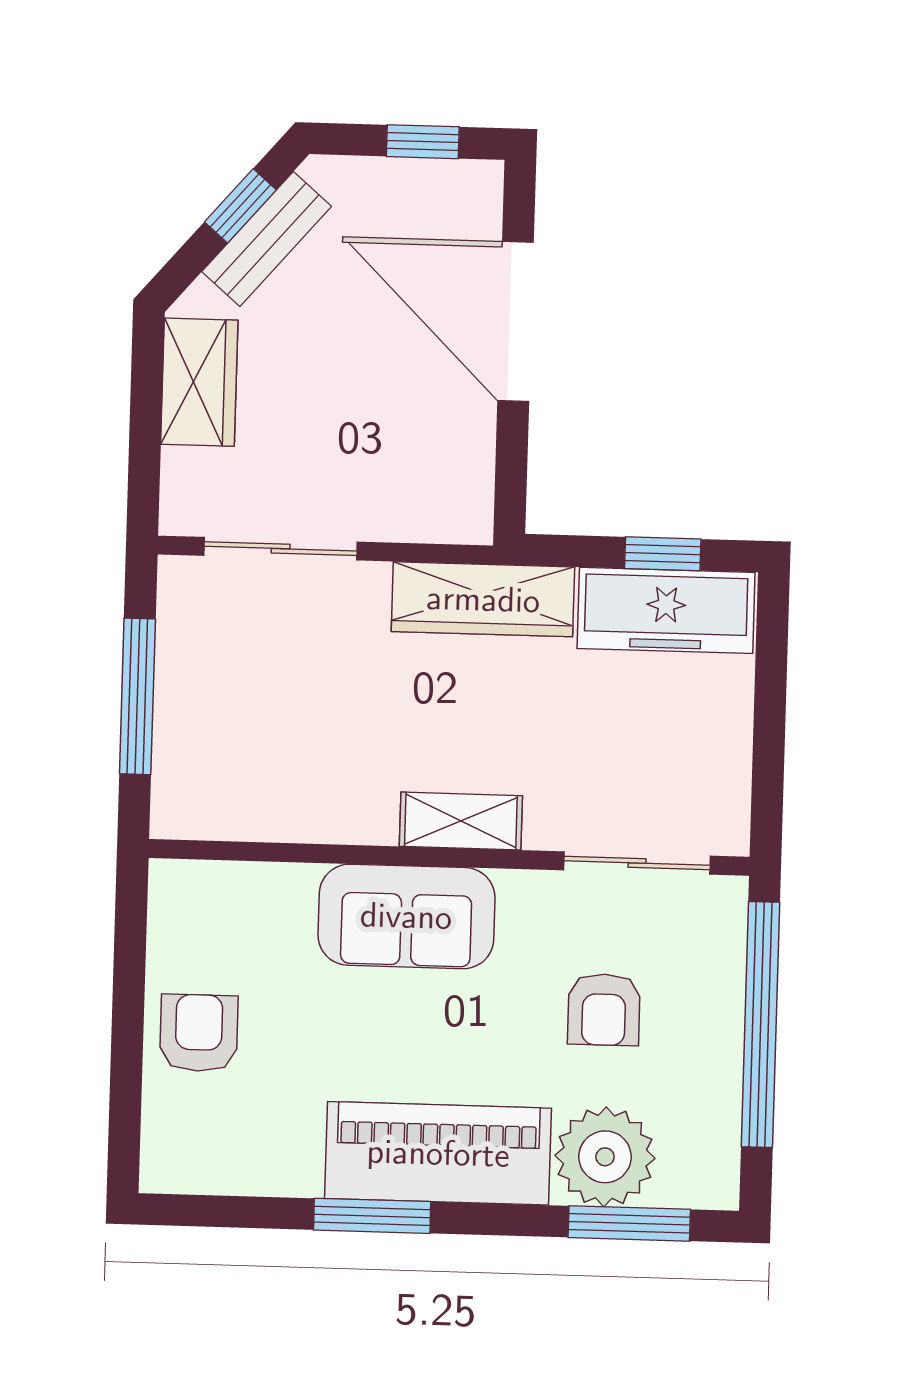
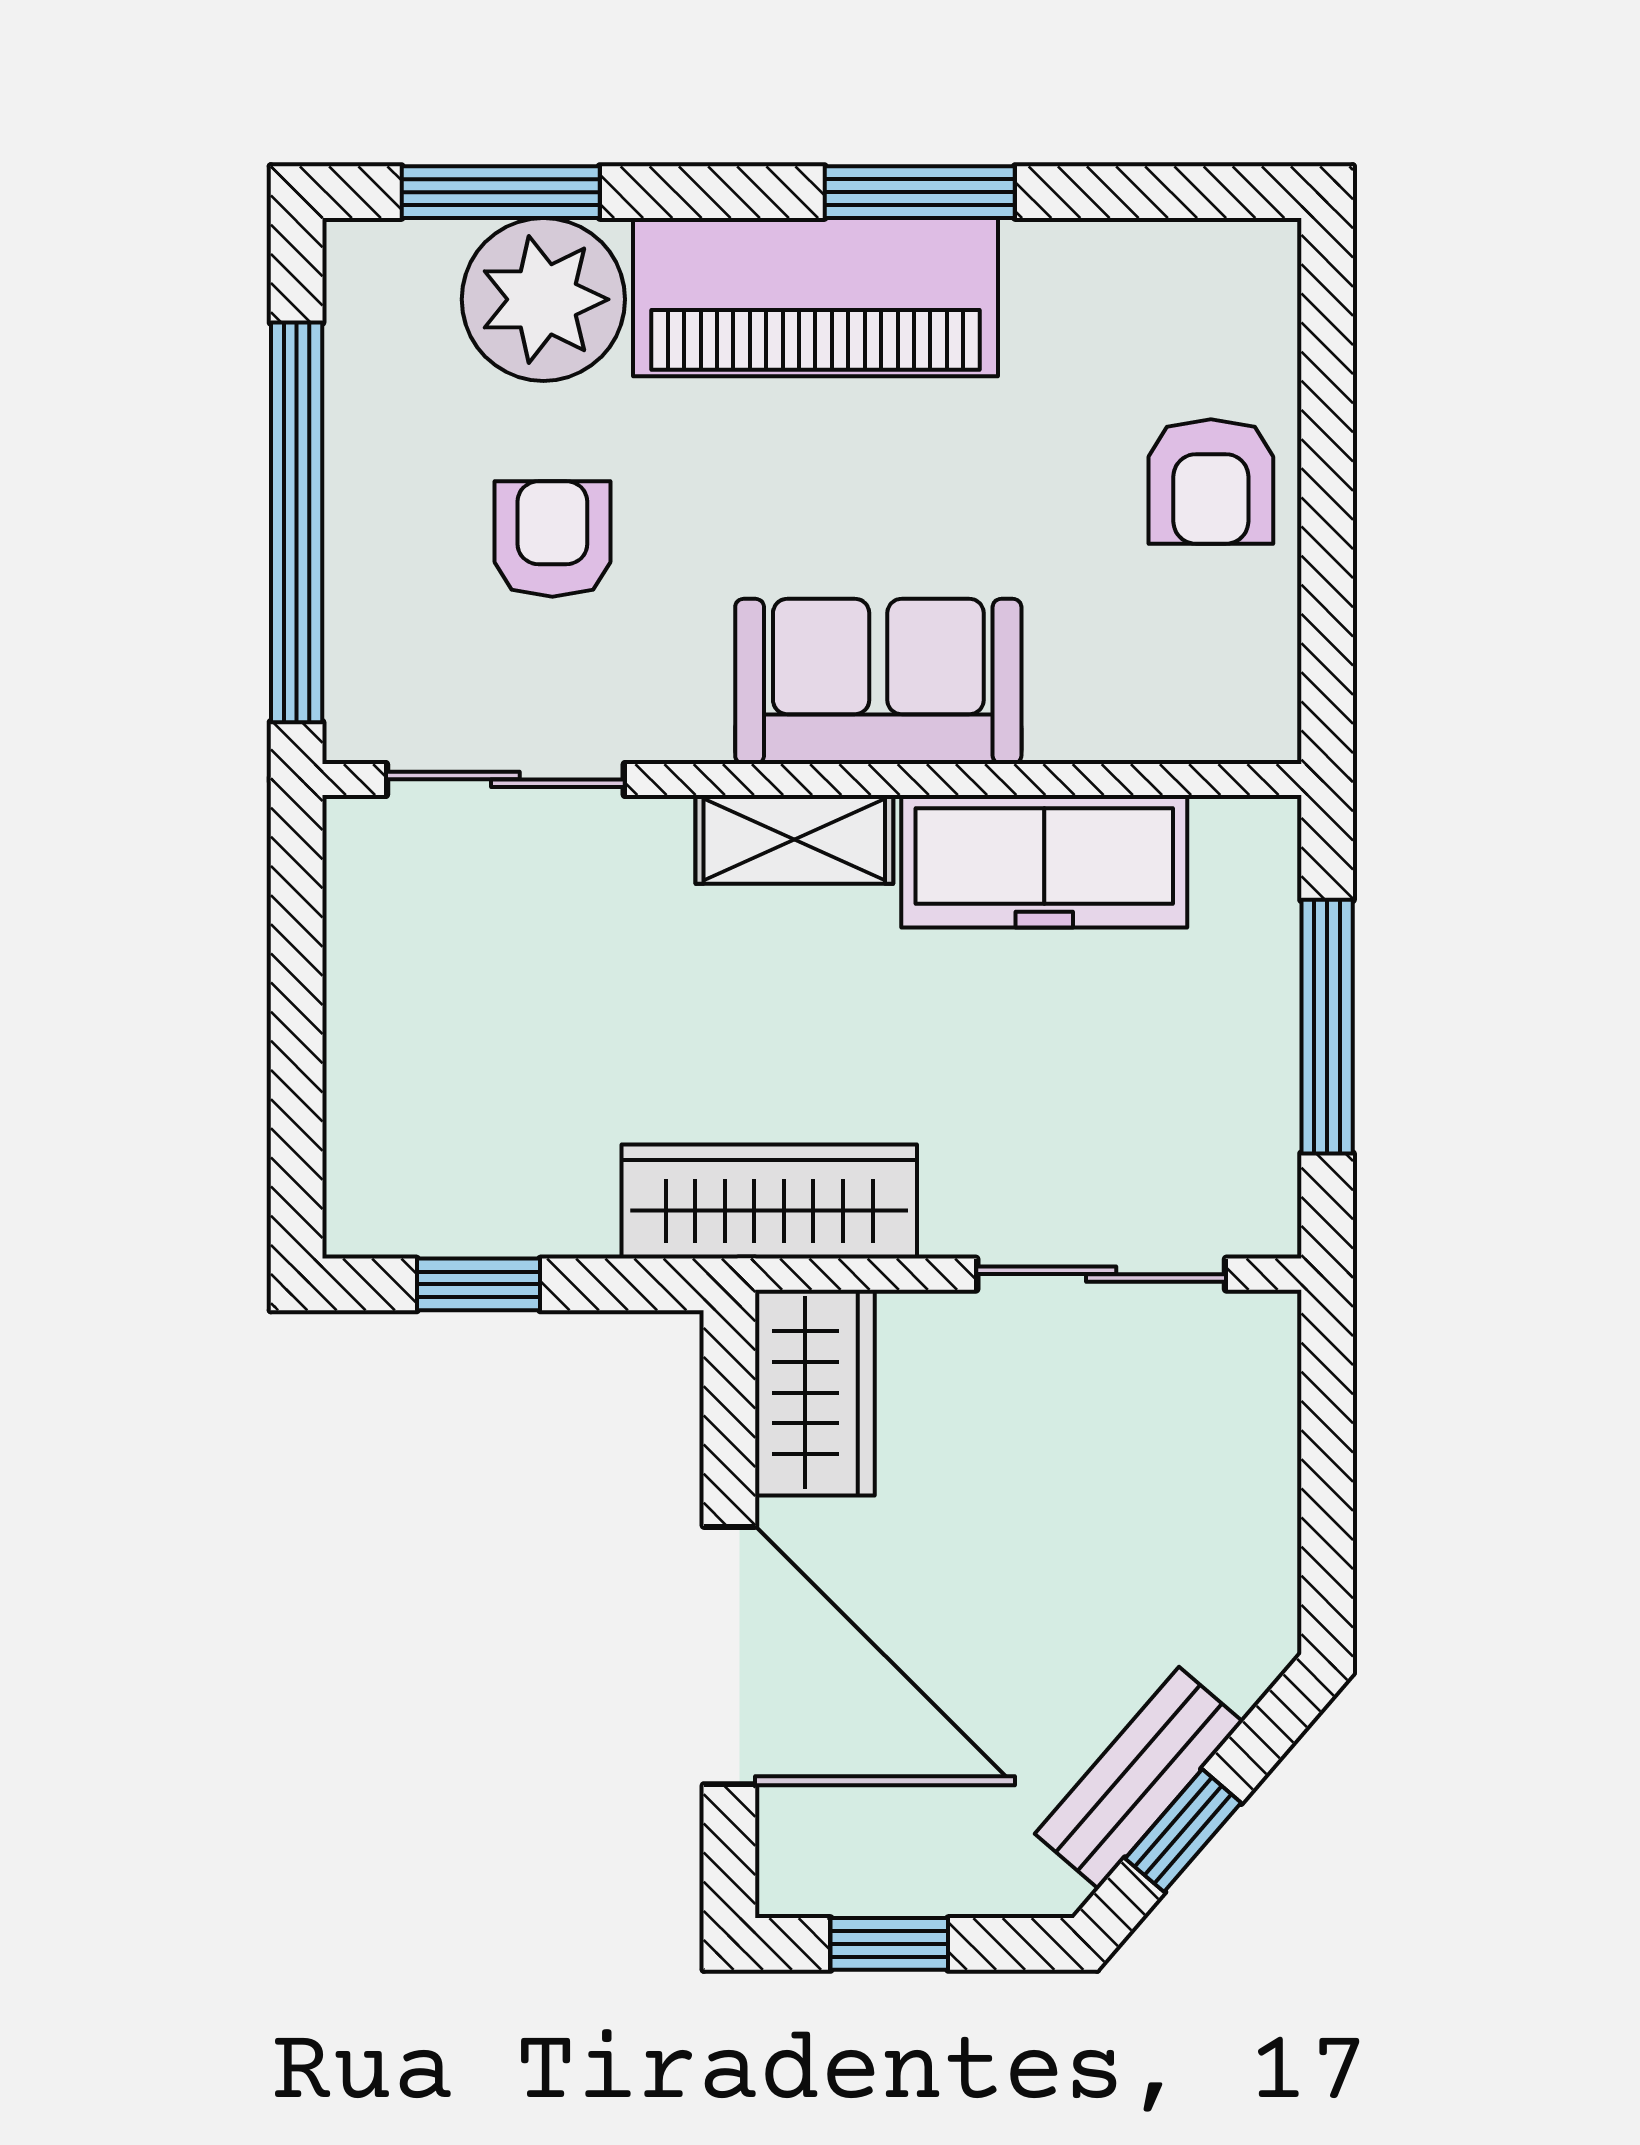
wardrobe: (199, 382) -> (815, 1393), moved, turned 180
freezer: (666, 610) -> (1044, 861), moved, turned 180

